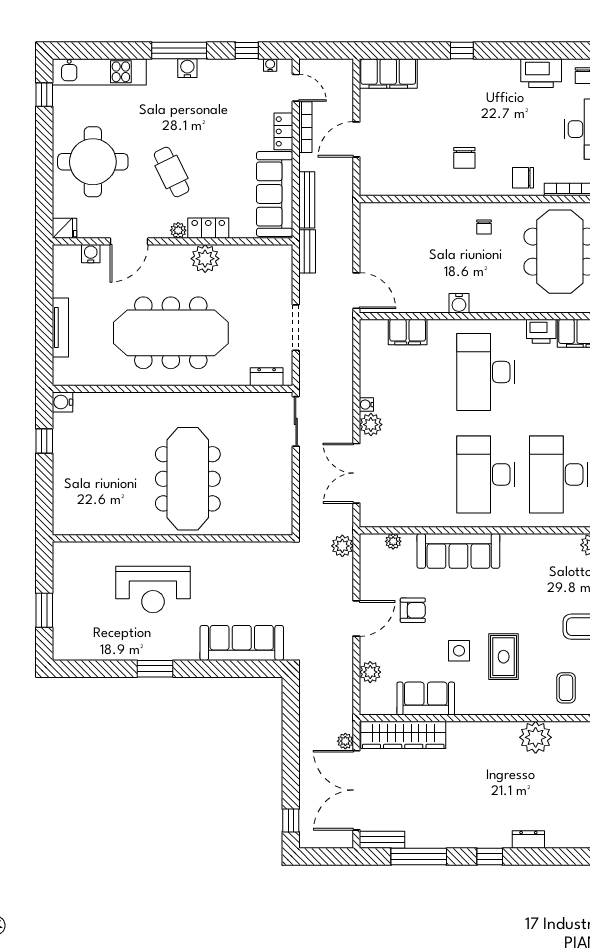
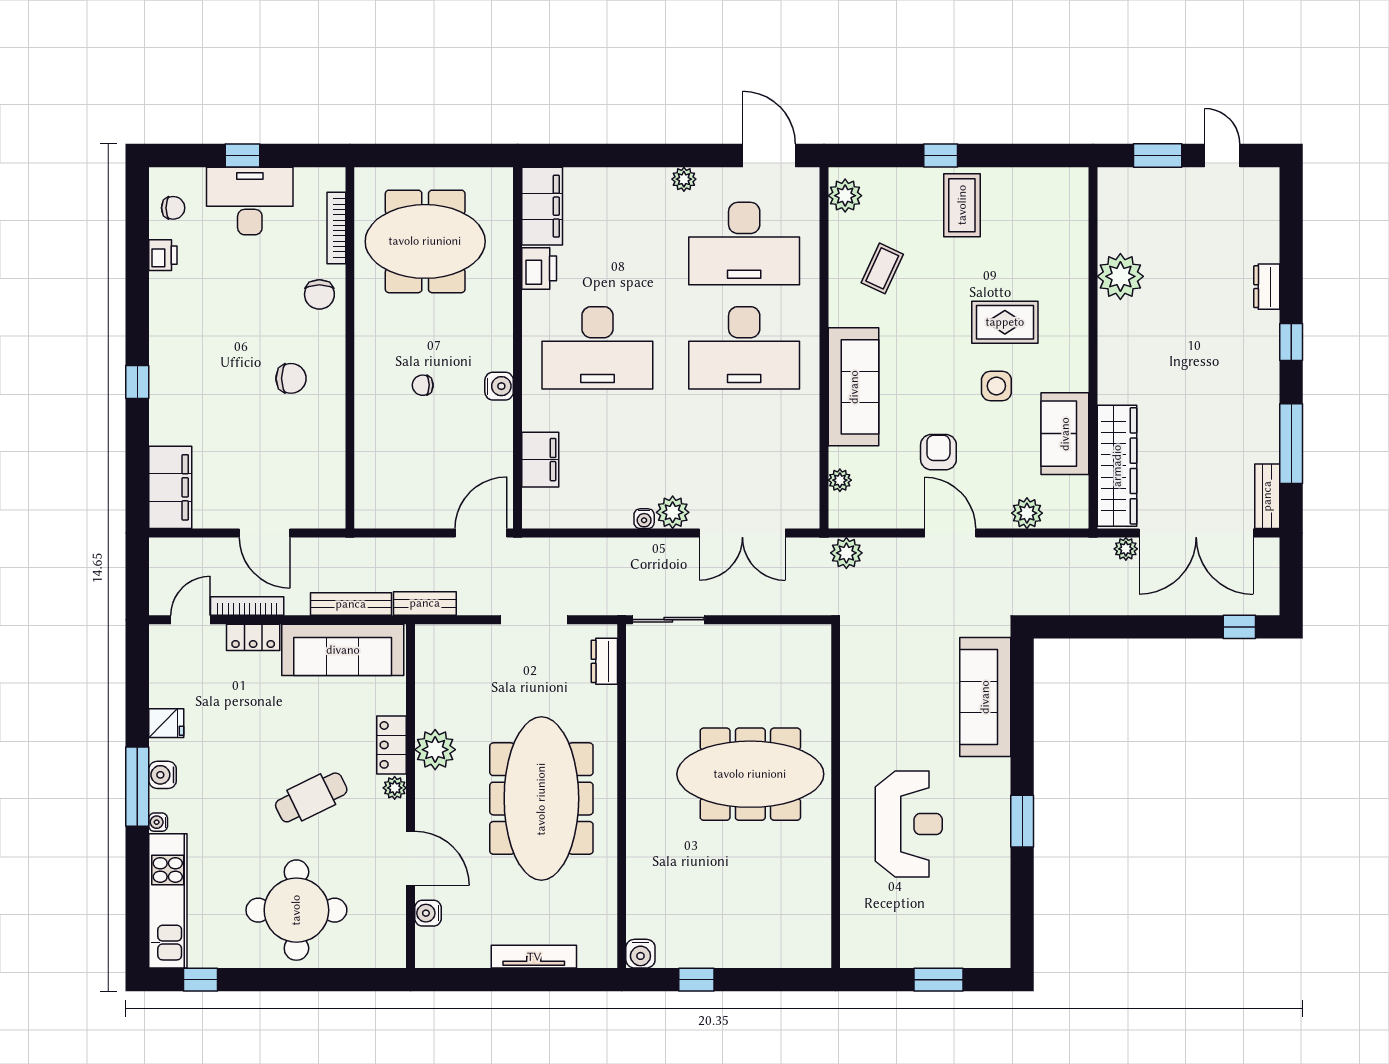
window: (247, 51) -> (137, 690), removed
water cooler: (270, 65) -> (158, 822), moved
printer: (541, 73) -> (163, 255), width x0.53, depth x0.68
chair: (484, 227) -> (423, 385), moved, turned 180
fridge: (64, 228) -> (166, 723), moved, turned 90
coffee table: (566, 688) -> (882, 268), moved, turned -65

